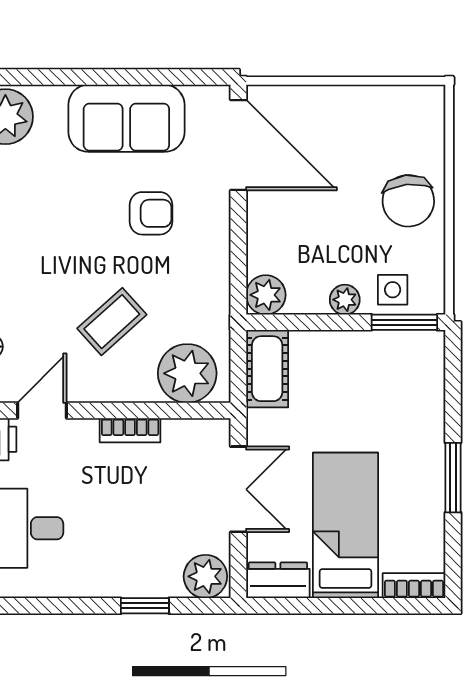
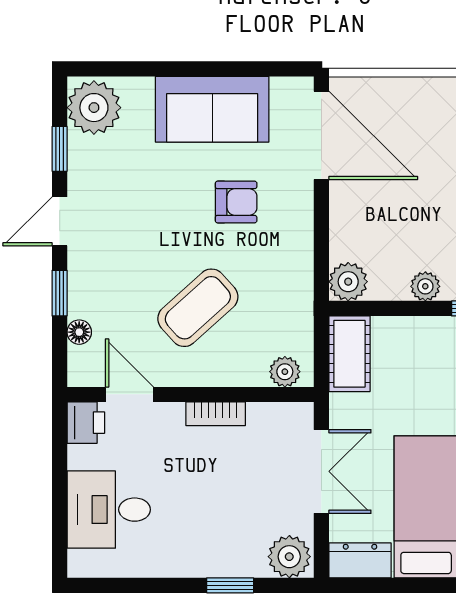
coffee table: (112, 322) -> (198, 308), width x1.36, depth x1.30
plant: (187, 373) -> (285, 372), width x0.53, depth x0.53
door: (42, 410) -> (130, 394), hinge flipped

